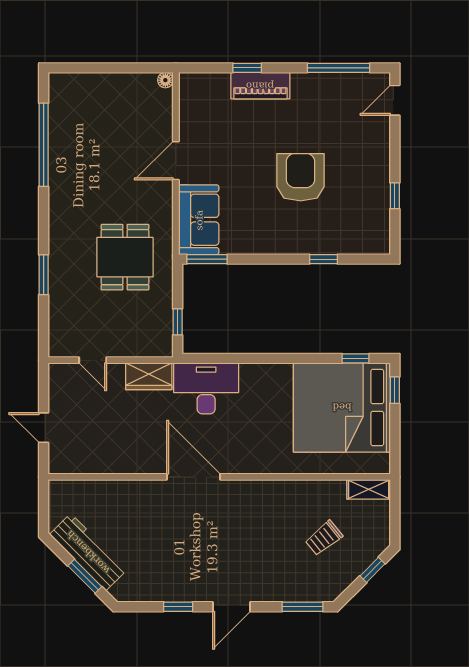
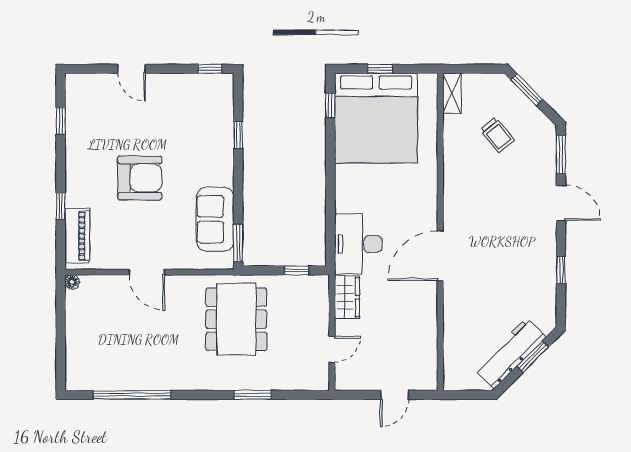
window: (339, 68) -> (61, 121), width x0.46
piano: (260, 86) -> (77, 236), moved
door: (395, 100) -> (132, 69), moved
armchair: (301, 177) -> (140, 178), moved, turned 180
window: (395, 196) -> (210, 69), moved
sofa: (199, 220) -> (215, 219), moved, turned -90
dining table: (125, 257) -> (236, 319), width x1.38
window: (395, 390) -> (380, 69), moved
window: (372, 570) -> (527, 90), width x1.50
door: (231, 607) -> (561, 203), moved

